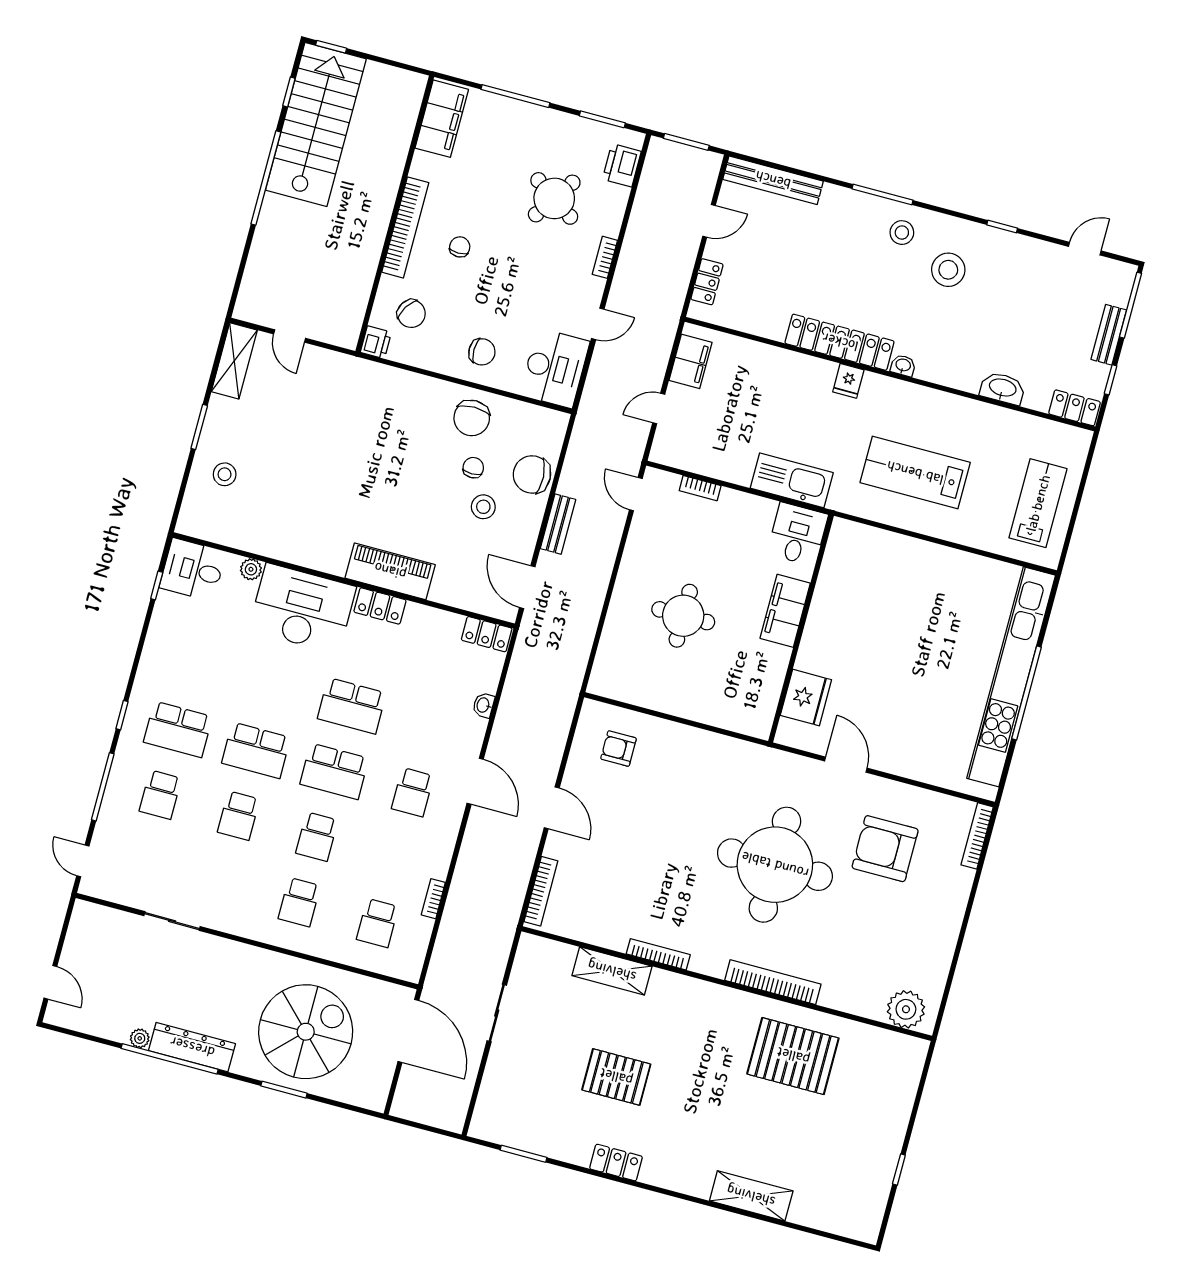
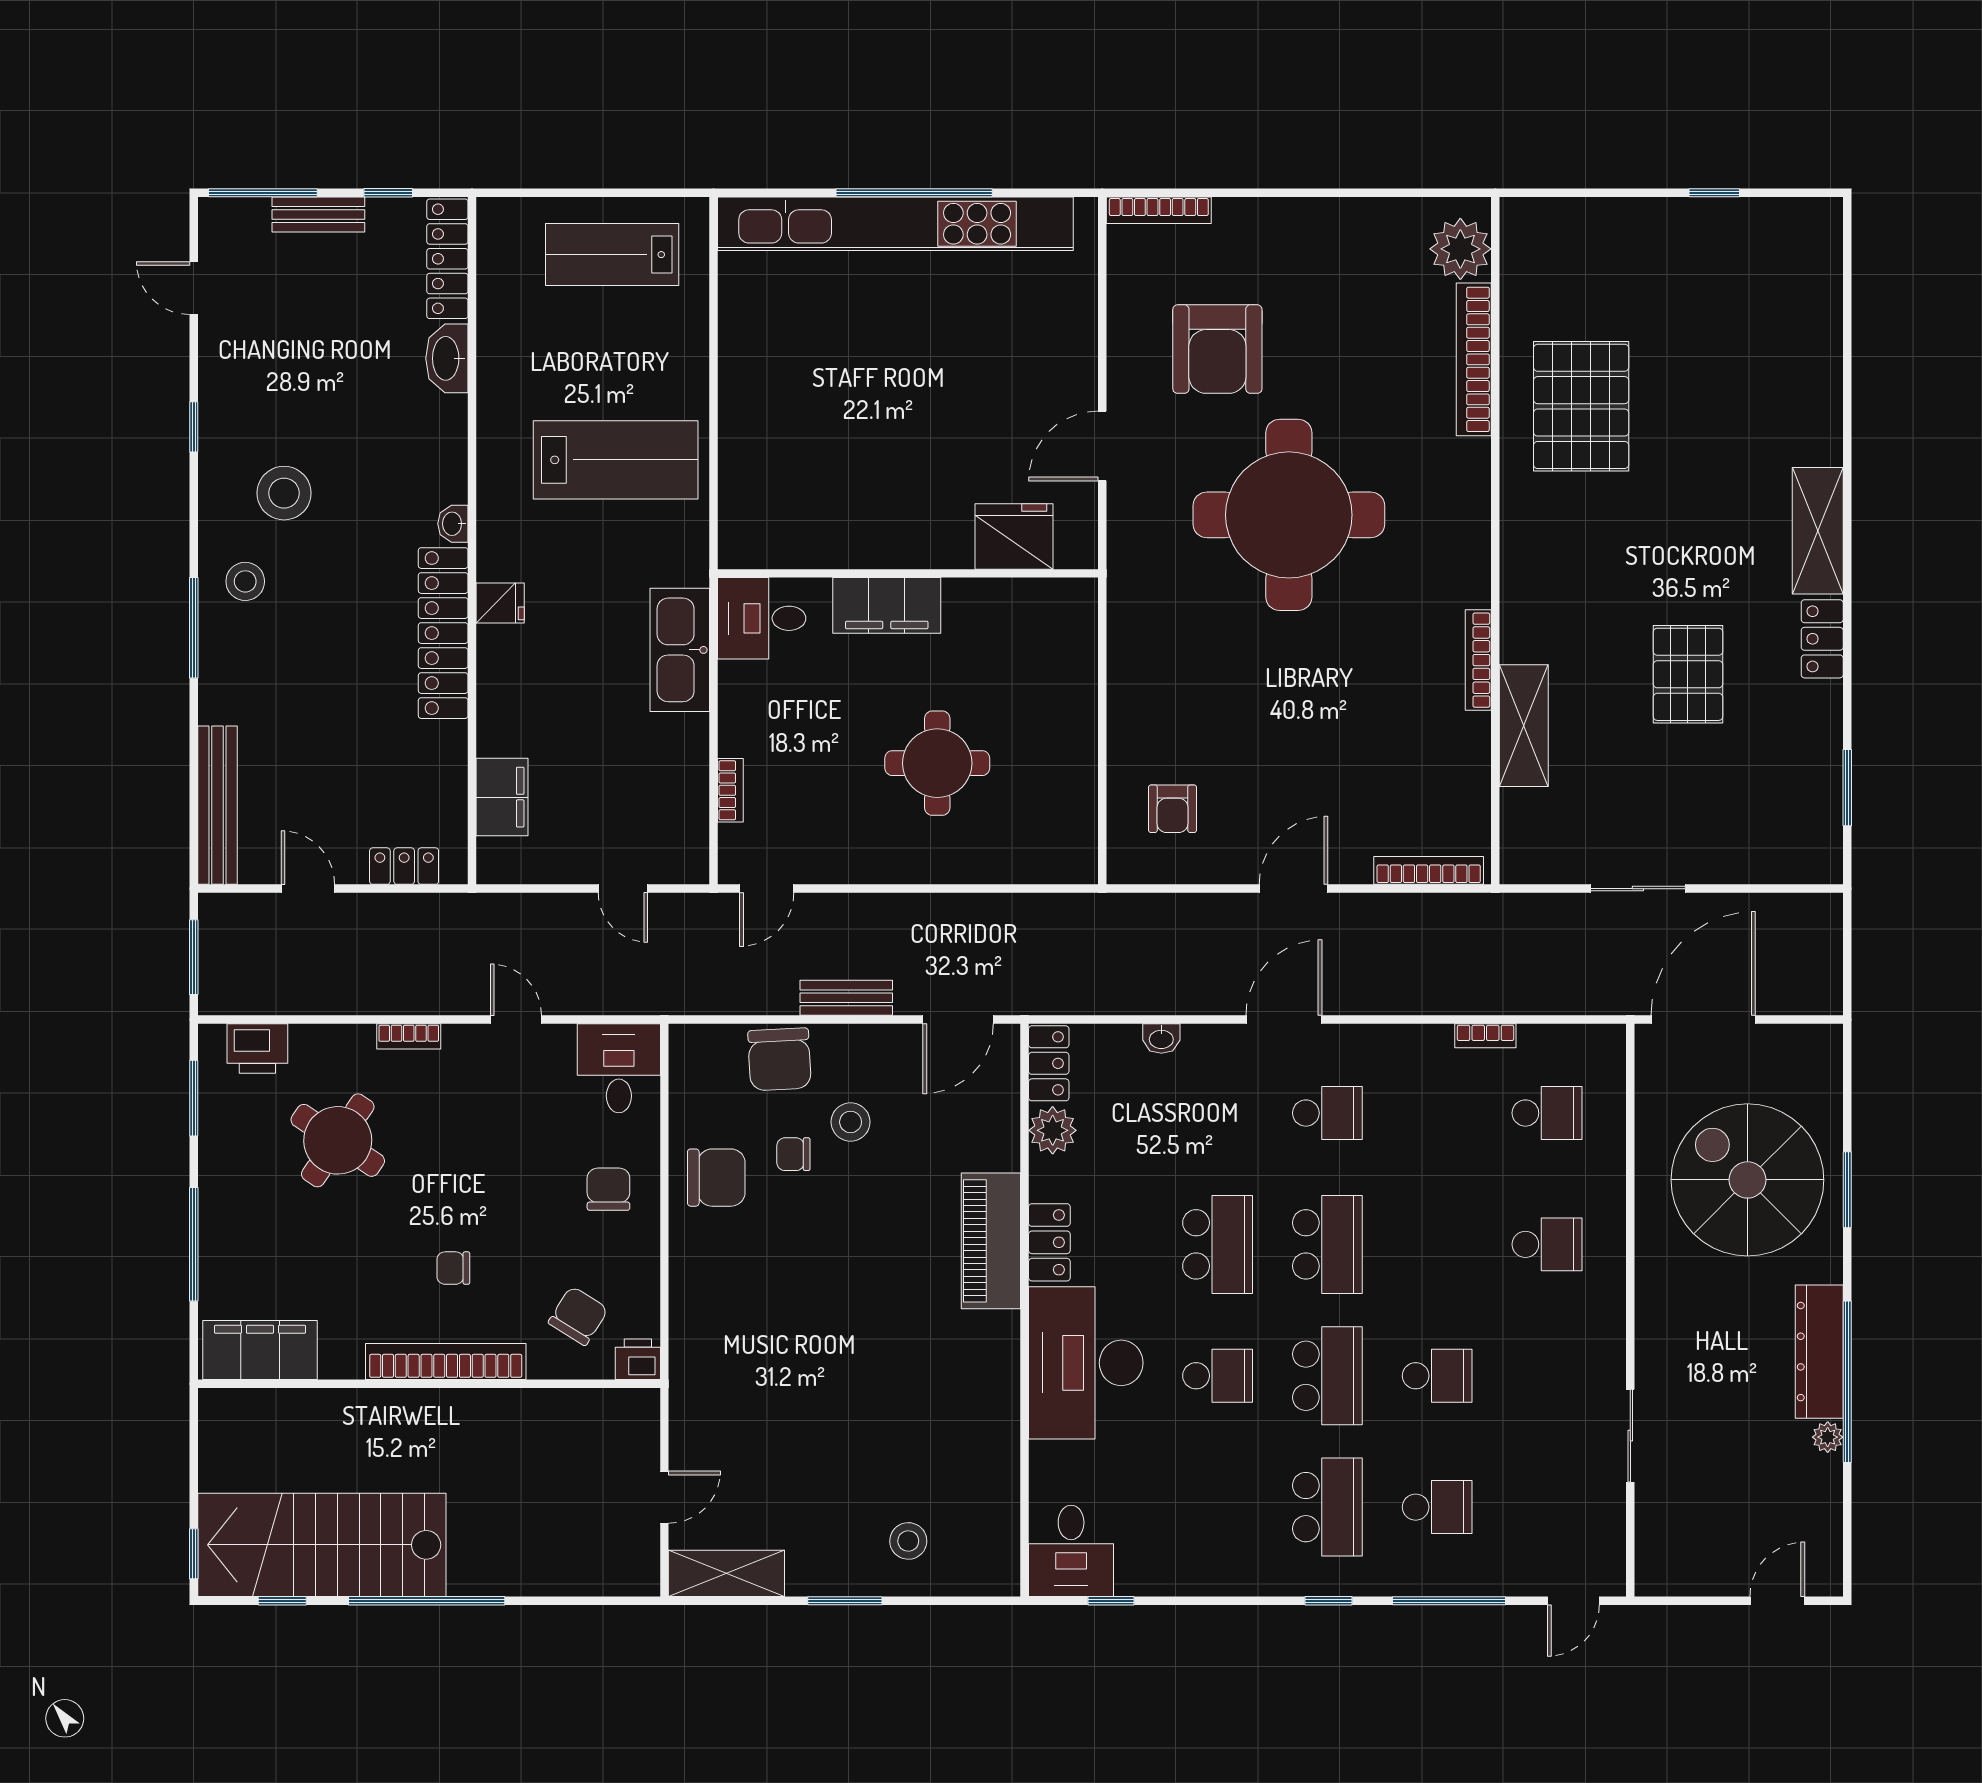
filing cabinet: (690, 361) -> (502, 797), moved, turned 90
desk: (555, 368) -> (619, 1068), width x0.73
locker: (1074, 408) -> (447, 259), width x1.53
lab bench: (915, 473) -> (616, 460), turned -90
plant: (251, 569) -> (1053, 1130), moved, width x1.38, depth x1.38
school desk: (317, 837) -> (1218, 1376), moved
bookcase: (773, 982) -> (1474, 359), moved
shelving: (751, 1196) -> (1818, 531), moved

